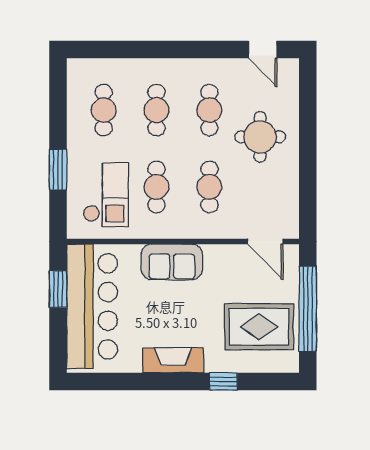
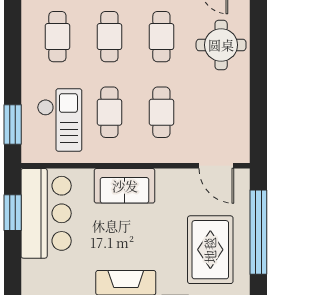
round table: (260, 137) -> (221, 45), moved
window: (58, 170) -> (13, 124), moved
bar counter: (92, 306) -> (46, 213), width x0.73
rug: (259, 327) -> (210, 250), turned 90

